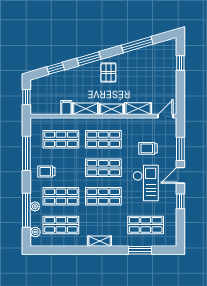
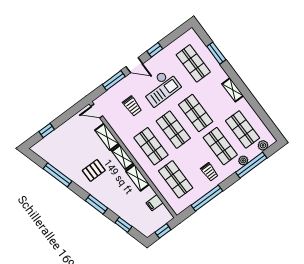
pallet: (108, 73) -> (94, 170), moved
filing cabinet: (66, 108) -> (155, 203), moved
checkout: (146, 183) -> (161, 88), turned 180

